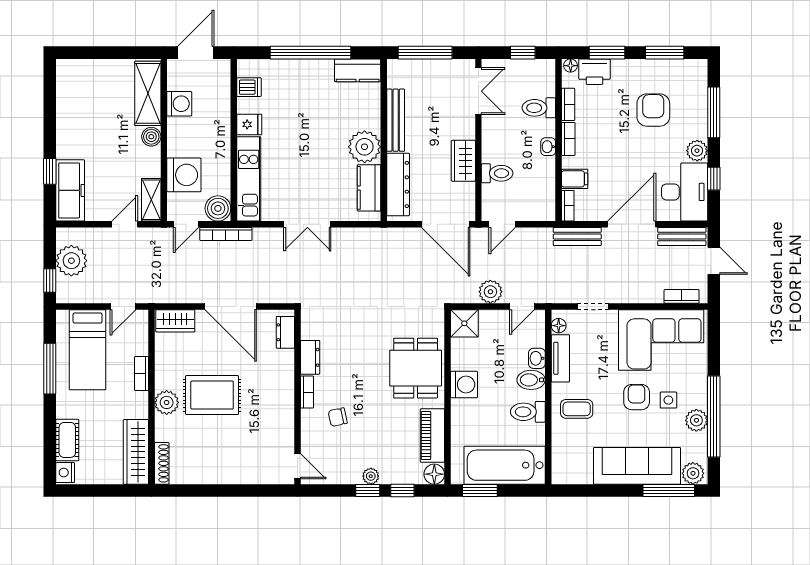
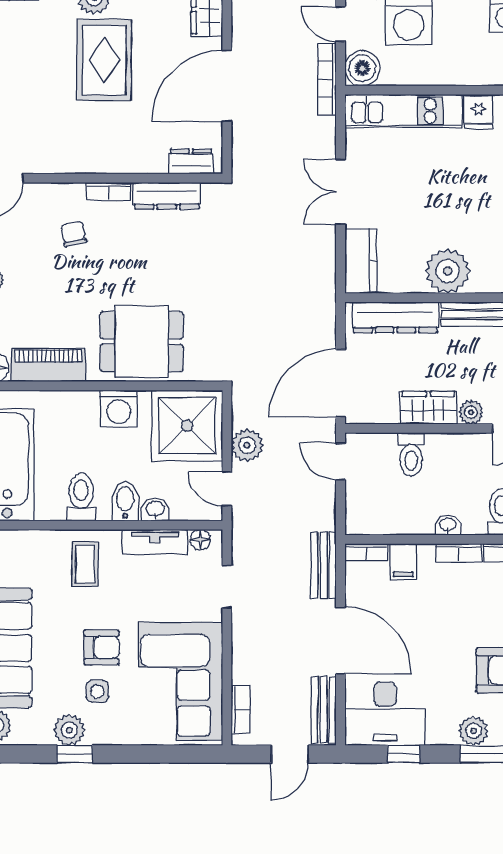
plant: (467, 130) -> (471, 412), added
plant: (697, 151) -> (474, 731), moved
kitchen counter: (369, 188) -> (361, 261), moved, turned 90
shower: (464, 323) -> (187, 426), width x1.86, depth x1.86
dresser: (310, 357) -> (167, 196), width x1.44
window: (714, 416) -> (75, 754), width x0.32

